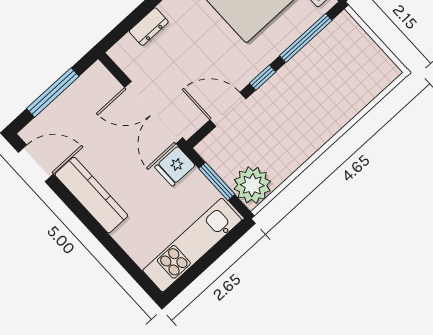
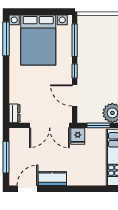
dresser: (149, 27) -> (15, 113), moved
door: (228, 109) -> (75, 96), hinge flipped
kitchen counter: (91, 195) -> (52, 179), width x0.67

